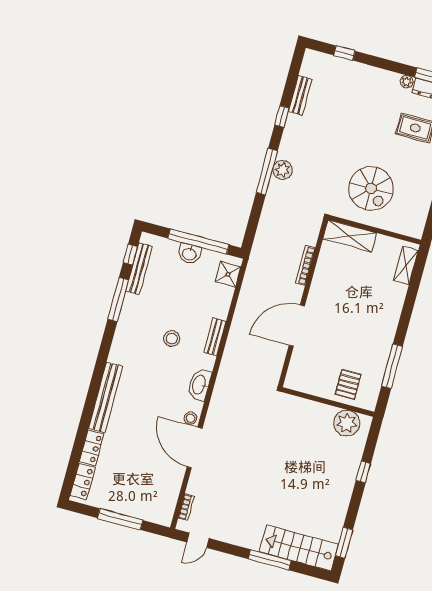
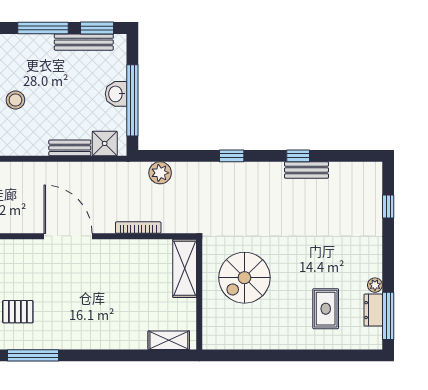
bench: (300, 95) -> (307, 170), moved
plant: (283, 170) -> (160, 173), moved
window: (267, 172) -> (232, 156), width x0.46
window: (130, 255) -> (97, 28), width x1.50
bench: (215, 337) -> (70, 148), moved
window: (392, 366) -> (33, 355), moved

